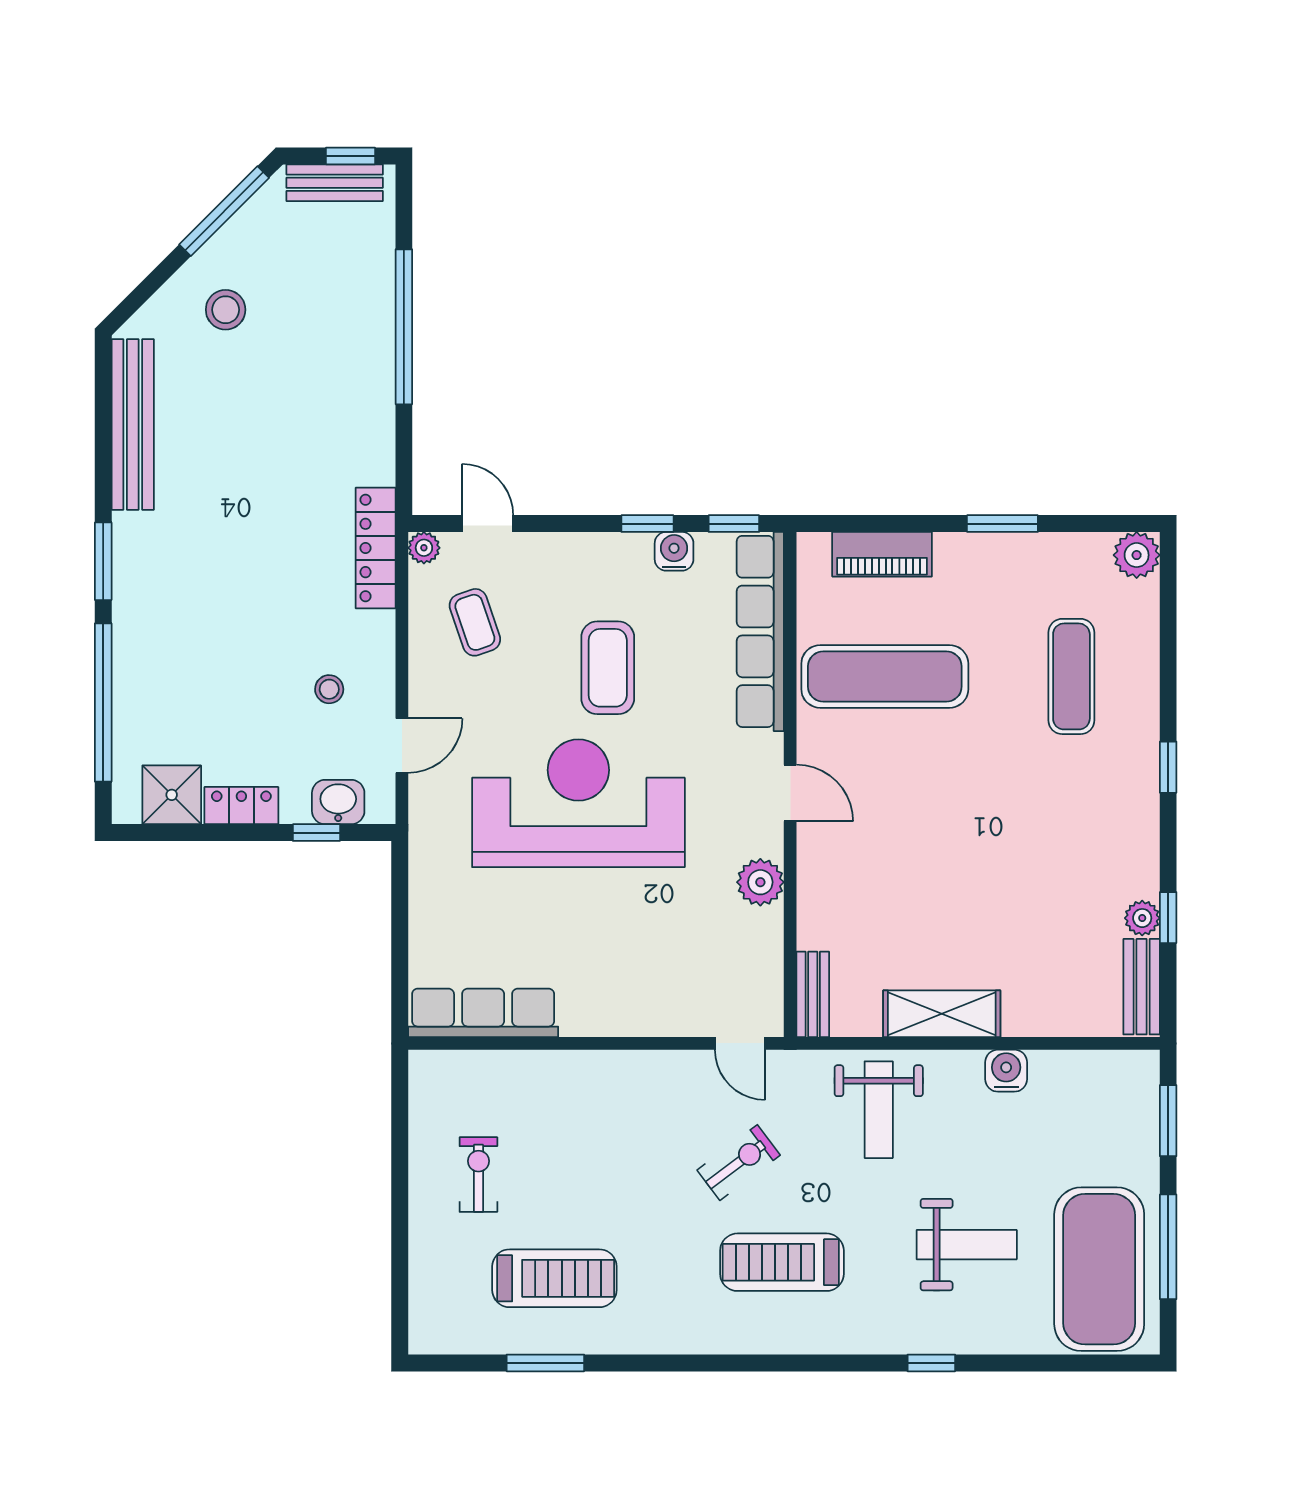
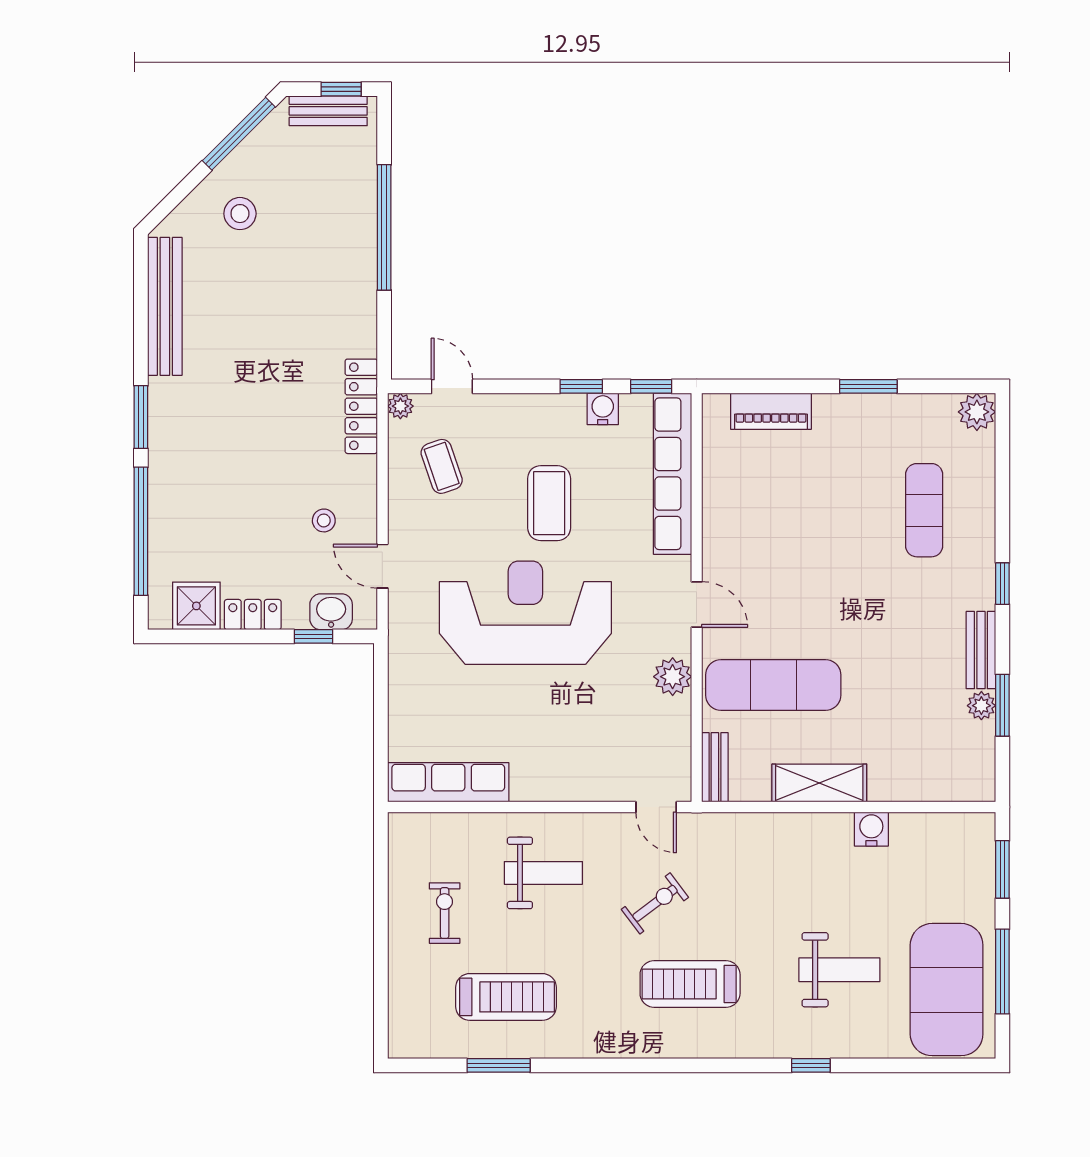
exercise mat: (885, 676) -> (773, 685), moved
door: (402, 746) -> (382, 566), swing flipped
window: (1168, 918) -> (1002, 705), width x1.50
bench: (1142, 987) -> (981, 650), moved
weight bench: (879, 1110) -> (543, 873), moved, turned -90

